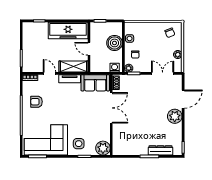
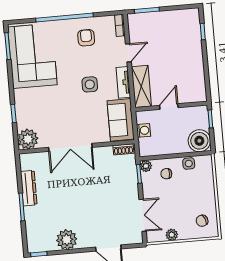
freezer: (68, 31) -> (192, 74), removed
boiler: (114, 43) -> (199, 141), moved
washing machine: (115, 68) -> (143, 130), moved
double door: (111, 108) -> (70, 147), moved
plant: (175, 116) -> (67, 240), moved
side table: (79, 144) -> (90, 84), moved
dresser: (161, 150) -> (29, 188), moved

